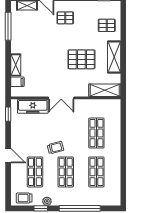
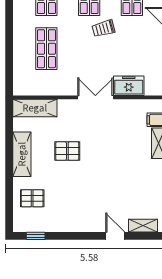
pallet: (65, 18) -> (90, 209), removed
pallet: (81, 59) -> (67, 151), width x0.67, depth x0.71
freezer: (33, 106) -> (129, 86), width x0.71

